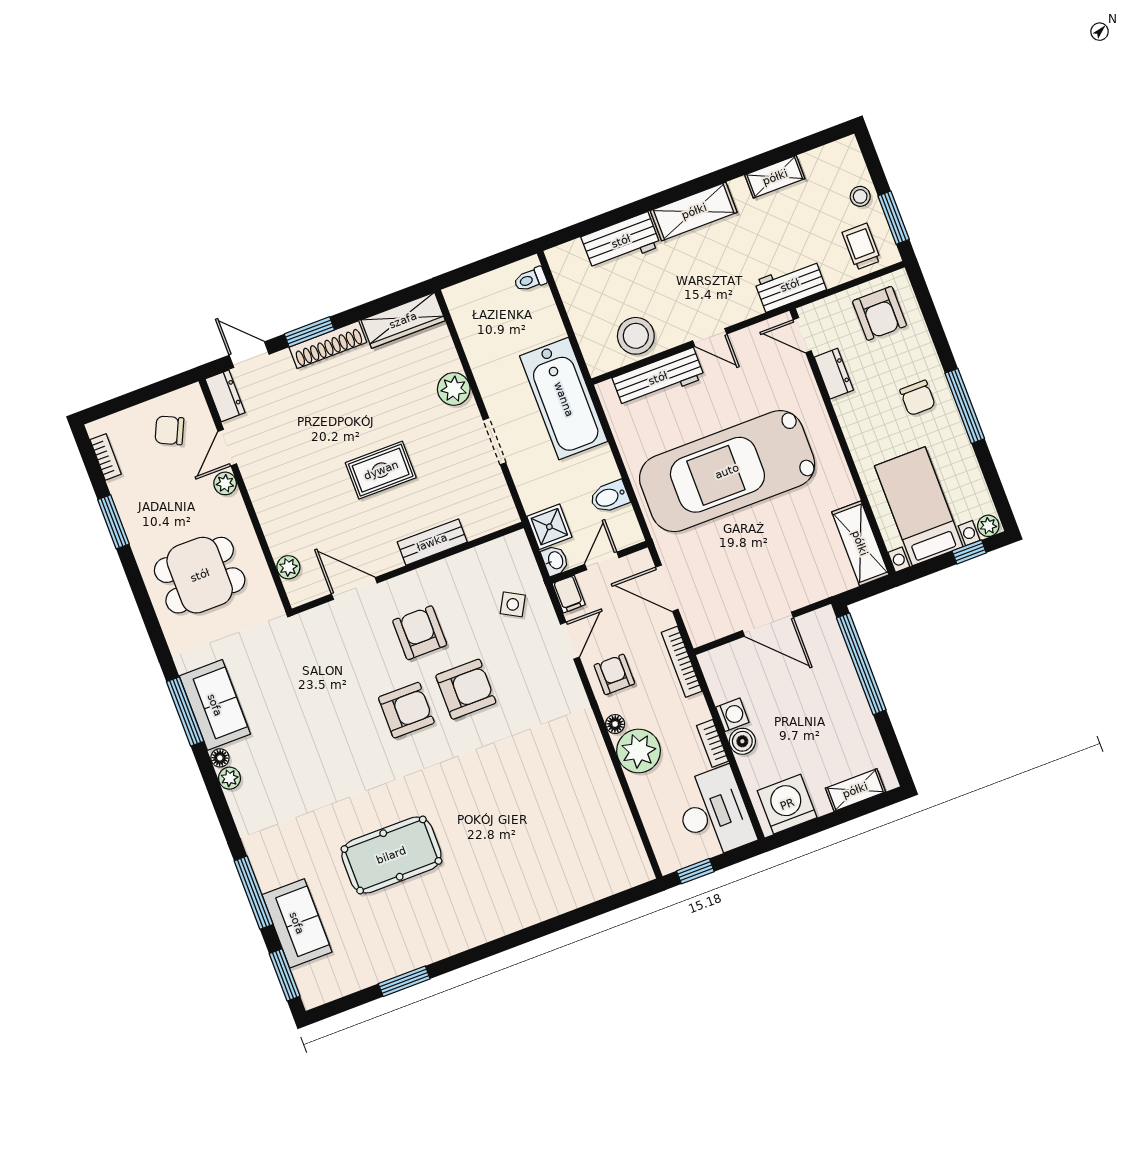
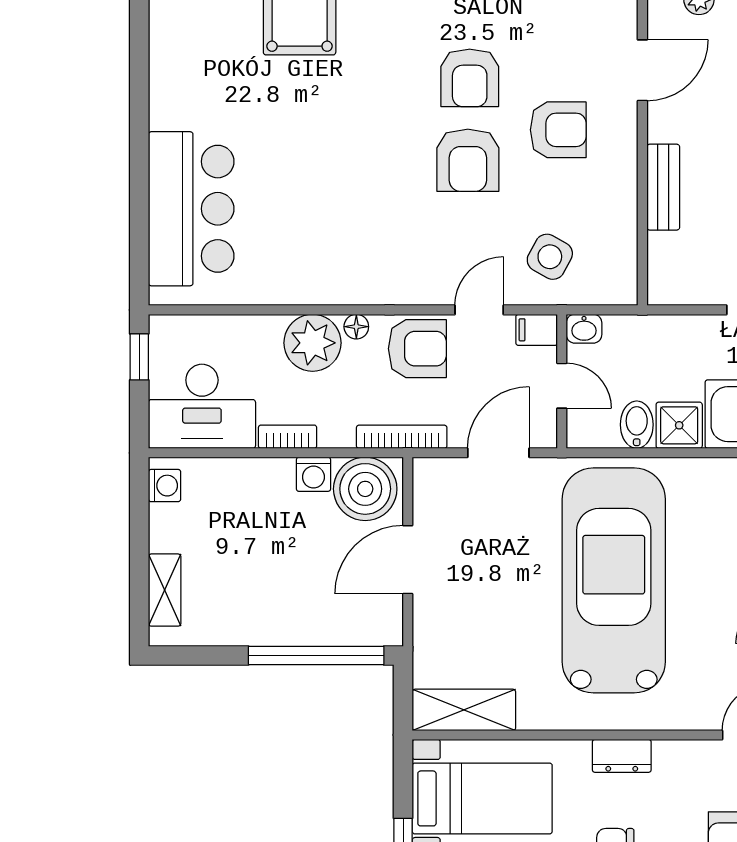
dresser: (834, 374) -> (622, 756), moved
shower: (549, 527) -> (679, 425), moved
side table: (513, 604) -> (550, 257), width x1.37, depth x1.37
door: (570, 641) -> (479, 310), swing flipped
armchair: (614, 674) -> (417, 349), width x1.38, depth x1.38
boiler: (742, 741) -> (365, 489), moved, width x1.86, depth x1.86
washing machine: (787, 804) -> (165, 486), width x0.53, depth x0.53
bar counter: (575, 874) -> (191, 209), added

